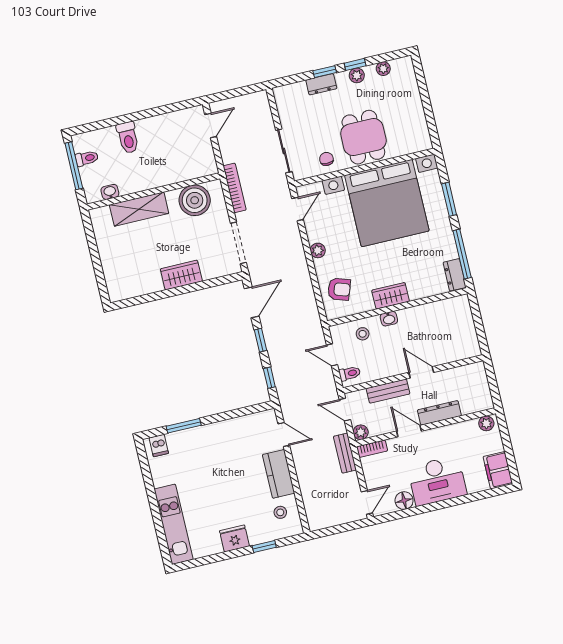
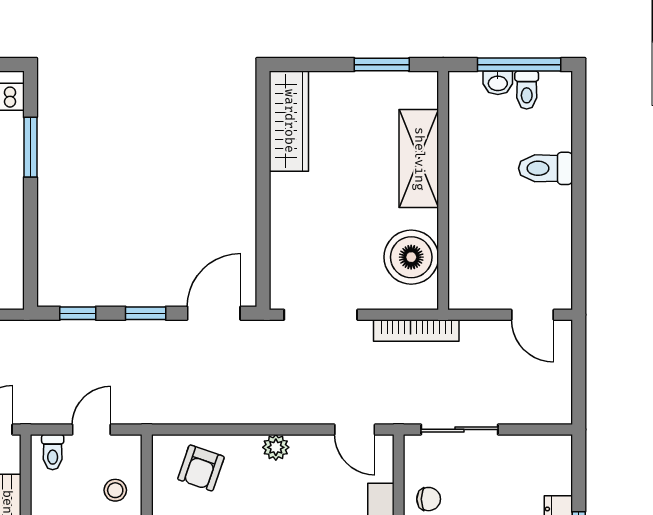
washbasin: (110, 192) -> (498, 83), moved, turned 90
window: (92, 242) -> (382, 65), added
wardrobe: (181, 275) -> (289, 121), moved, width x1.50
door: (252, 302) -> (214, 313), swing flipped

